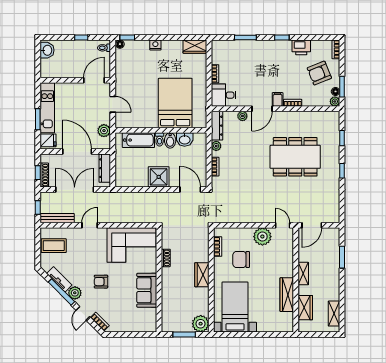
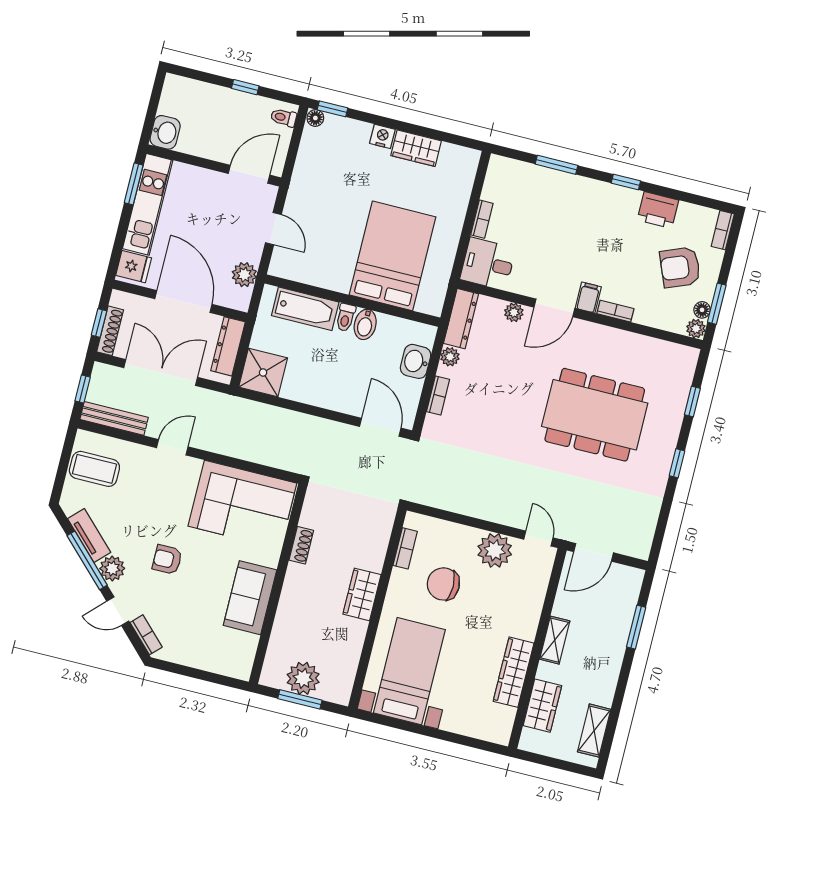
wardrobe: (195, 47) -> (416, 148), moved
washbasin: (47, 50) -> (165, 132), moved
window: (38, 119) -> (134, 184), moved
washbasin: (185, 139) -> (416, 361), moved, turned 90
shower: (159, 177) -> (263, 372), moved
door: (83, 313) -> (118, 611), hinge flipped
plant: (201, 324) -> (303, 678), moved

